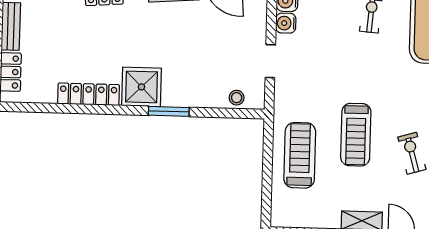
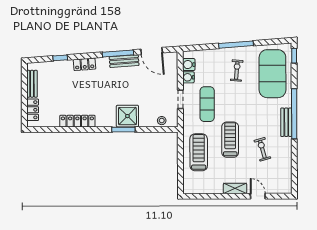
exercise mat: (317, 71) -> (207, 104), added
shower: (142, 87) -> (127, 116), moved
treadmill: (356, 135) -> (230, 140), turned 180

